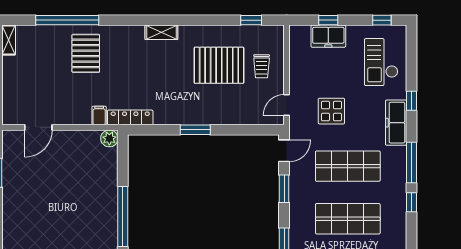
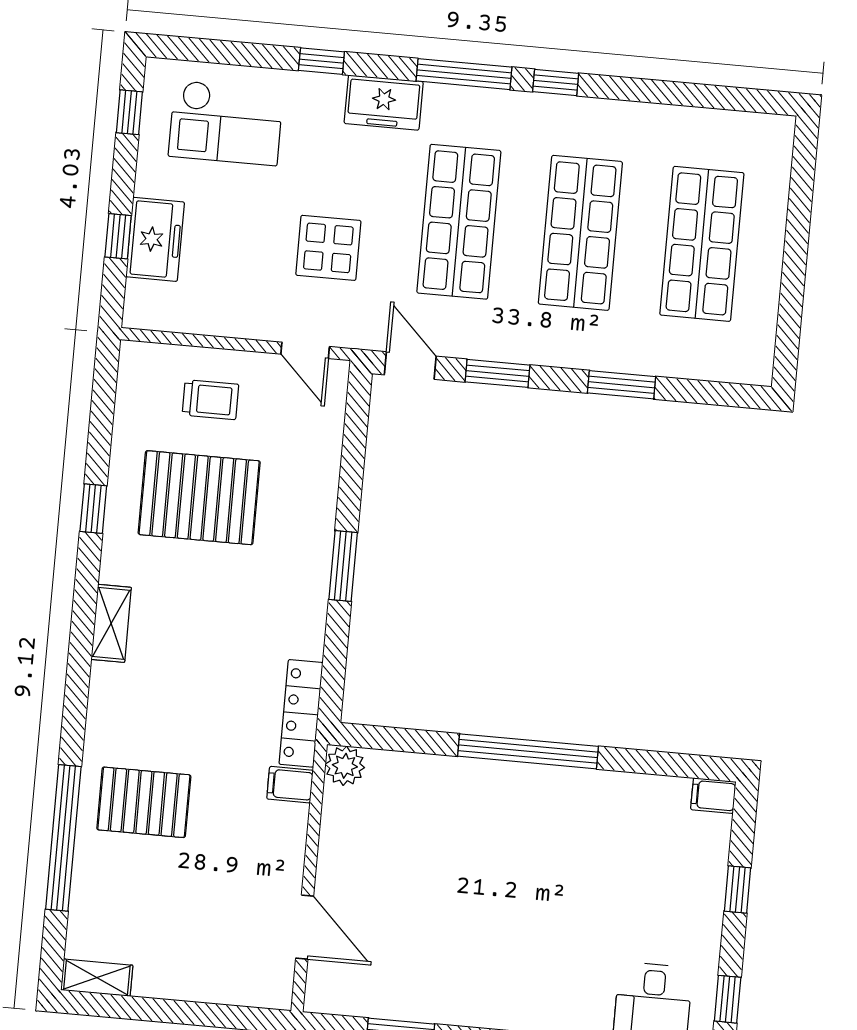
window: (251, 20) -> (93, 509), moved
pallet: (219, 65) -> (199, 498), turned 90
freezer: (396, 123) -> (384, 103), width x0.71

